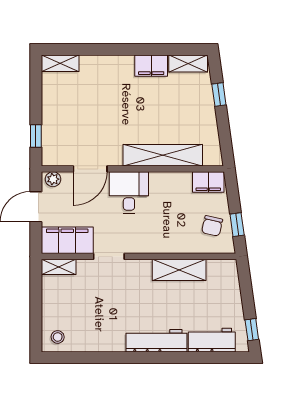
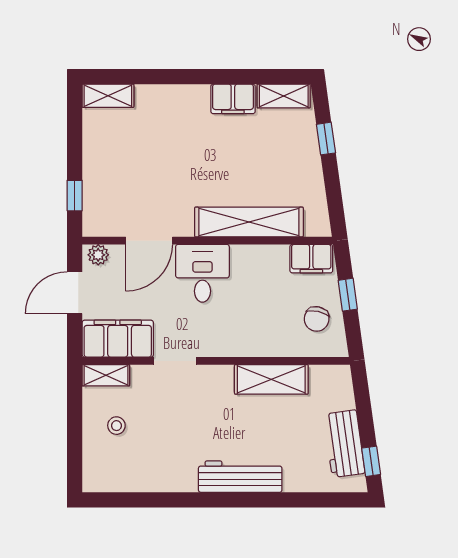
window: (237, 225) -> (348, 295), moved
stool: (58, 337) -> (116, 426), moved
workbench: (212, 340) -> (344, 444), moved, turned -98

